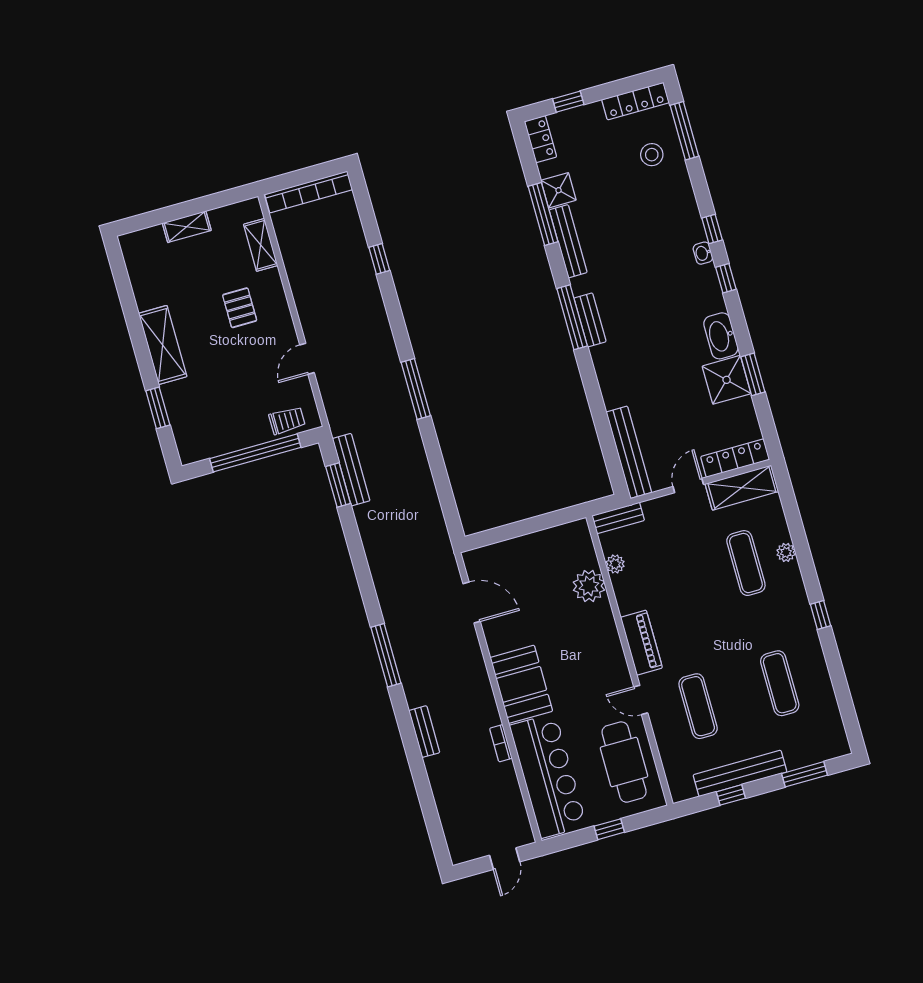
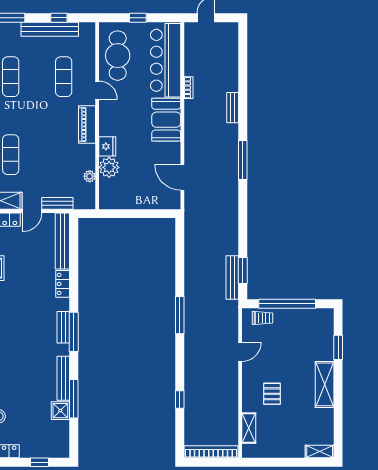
locker: (540, 139) -> (63, 284), moved
shelving: (187, 227) -> (320, 451), moved
trolley: (287, 420) -> (263, 318), turned 180
bench: (618, 518) -> (57, 203), moved
fridge: (601, 618) -> (107, 146), added

